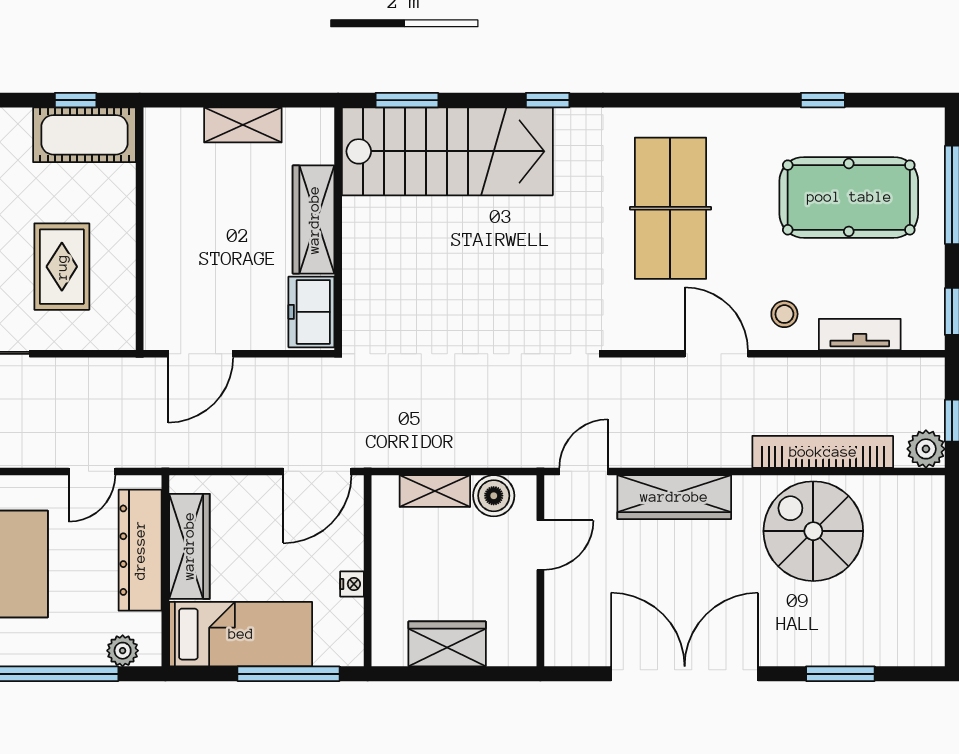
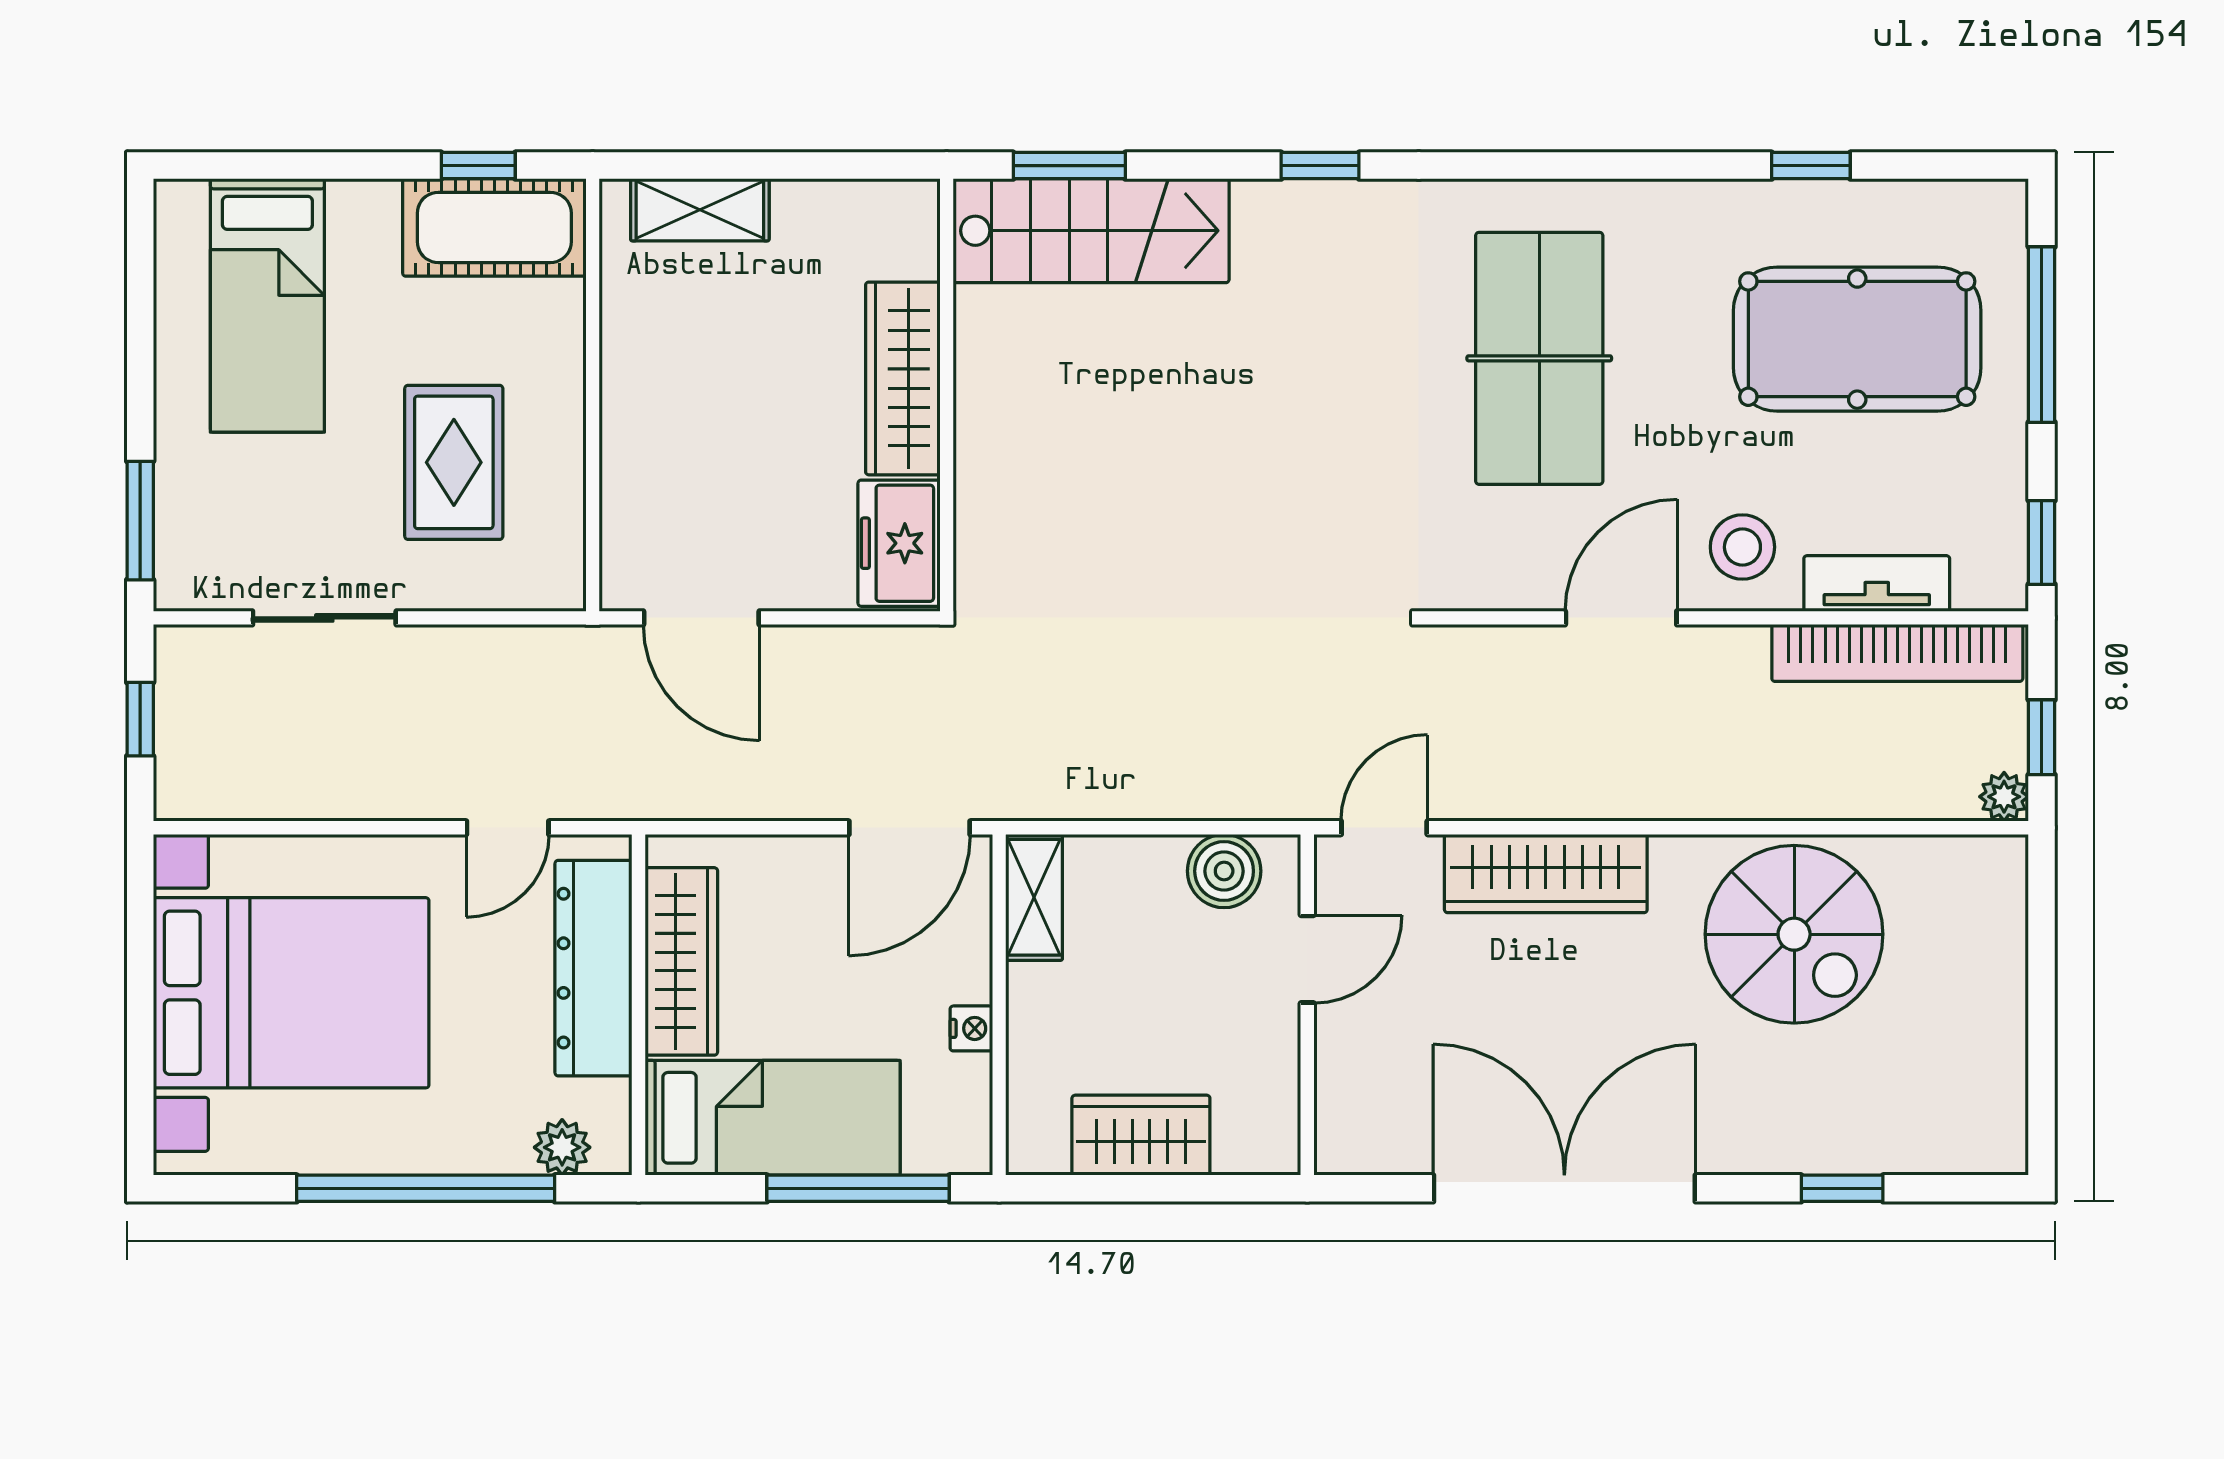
shelving: (243, 125) -> (700, 210), moved
stairs: (447, 151) -> (1091, 231), width x0.73, depth x0.66
stool: (784, 314) -> (1742, 547), width x1.37, depth x1.37
door: (201, 354) -> (701, 618), hinge flipped
door: (716, 354) -> (1621, 618), hinge flipped
plant: (926, 449) -> (2004, 797), width x0.73, depth x0.73
bookcase: (823, 452) -> (1897, 653), moved, turned 180
shelving: (435, 491) -> (1034, 897), moved, turned 90
spiral stairs: (813, 531) -> (1794, 934), turned 180
window: (840, 674) -> (1842, 1188), width x0.67

